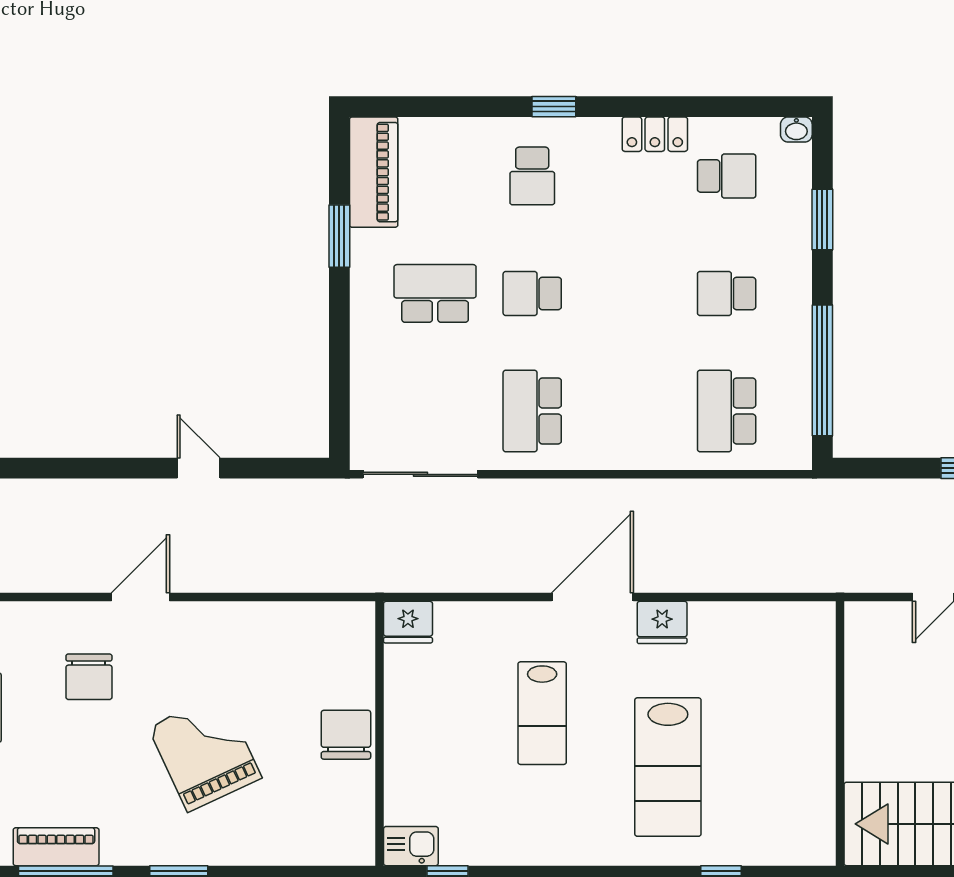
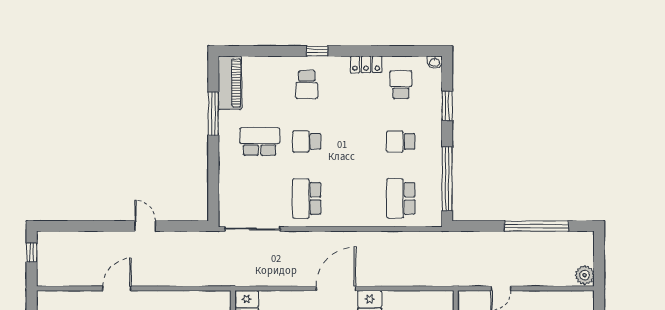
school desk: (727, 176) -> (401, 85), turned -90
window: (339, 236) -> (213, 114), width x1.44

